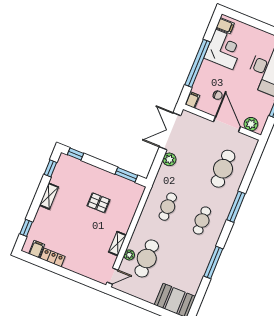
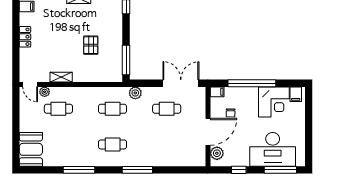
plant: (169, 159) -> (135, 93), moved
cafe table: (223, 169) -> (167, 109), moved, width x0.73, depth x0.74
window: (126, 175) -> (126, 60), width x1.44
plant: (129, 255) -> (45, 92), moved
locker: (52, 257) -> (25, 37), moved
cafe table: (147, 258) -> (58, 109), width x0.73, depth x0.74

